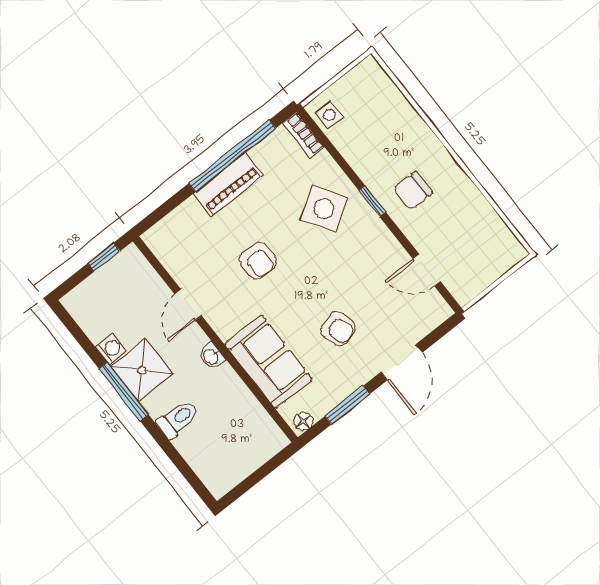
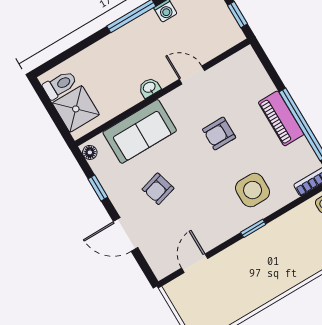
chair: (413, 191) -> (257, 261), removed
side table: (324, 209) -> (253, 190), turned 32
shower: (142, 370) -> (76, 109), moved
window: (347, 405) -> (98, 188), width x0.67
toilet: (178, 419) -> (60, 85), moved, turned -90

